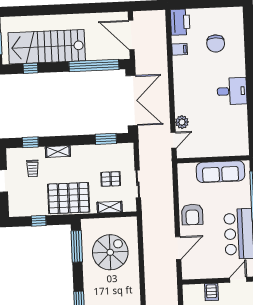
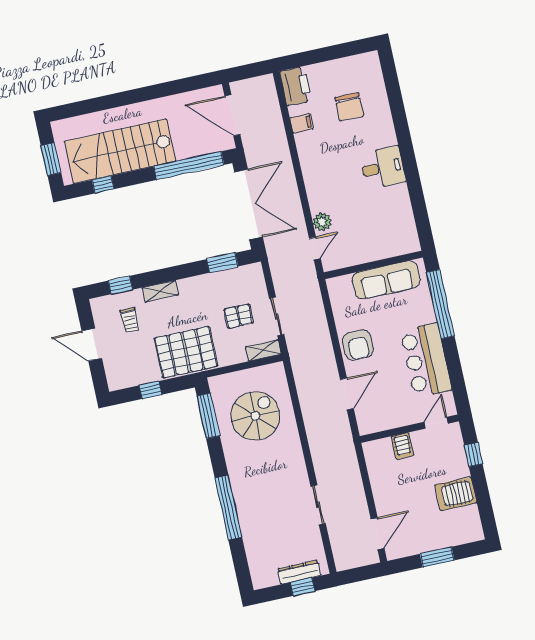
shelving: (110, 207) -> (263, 350), moved

